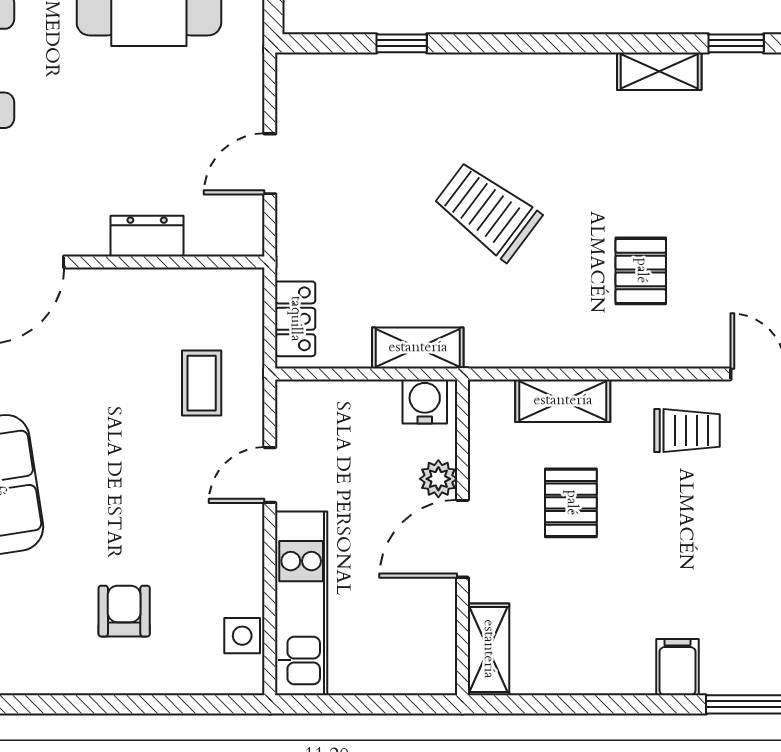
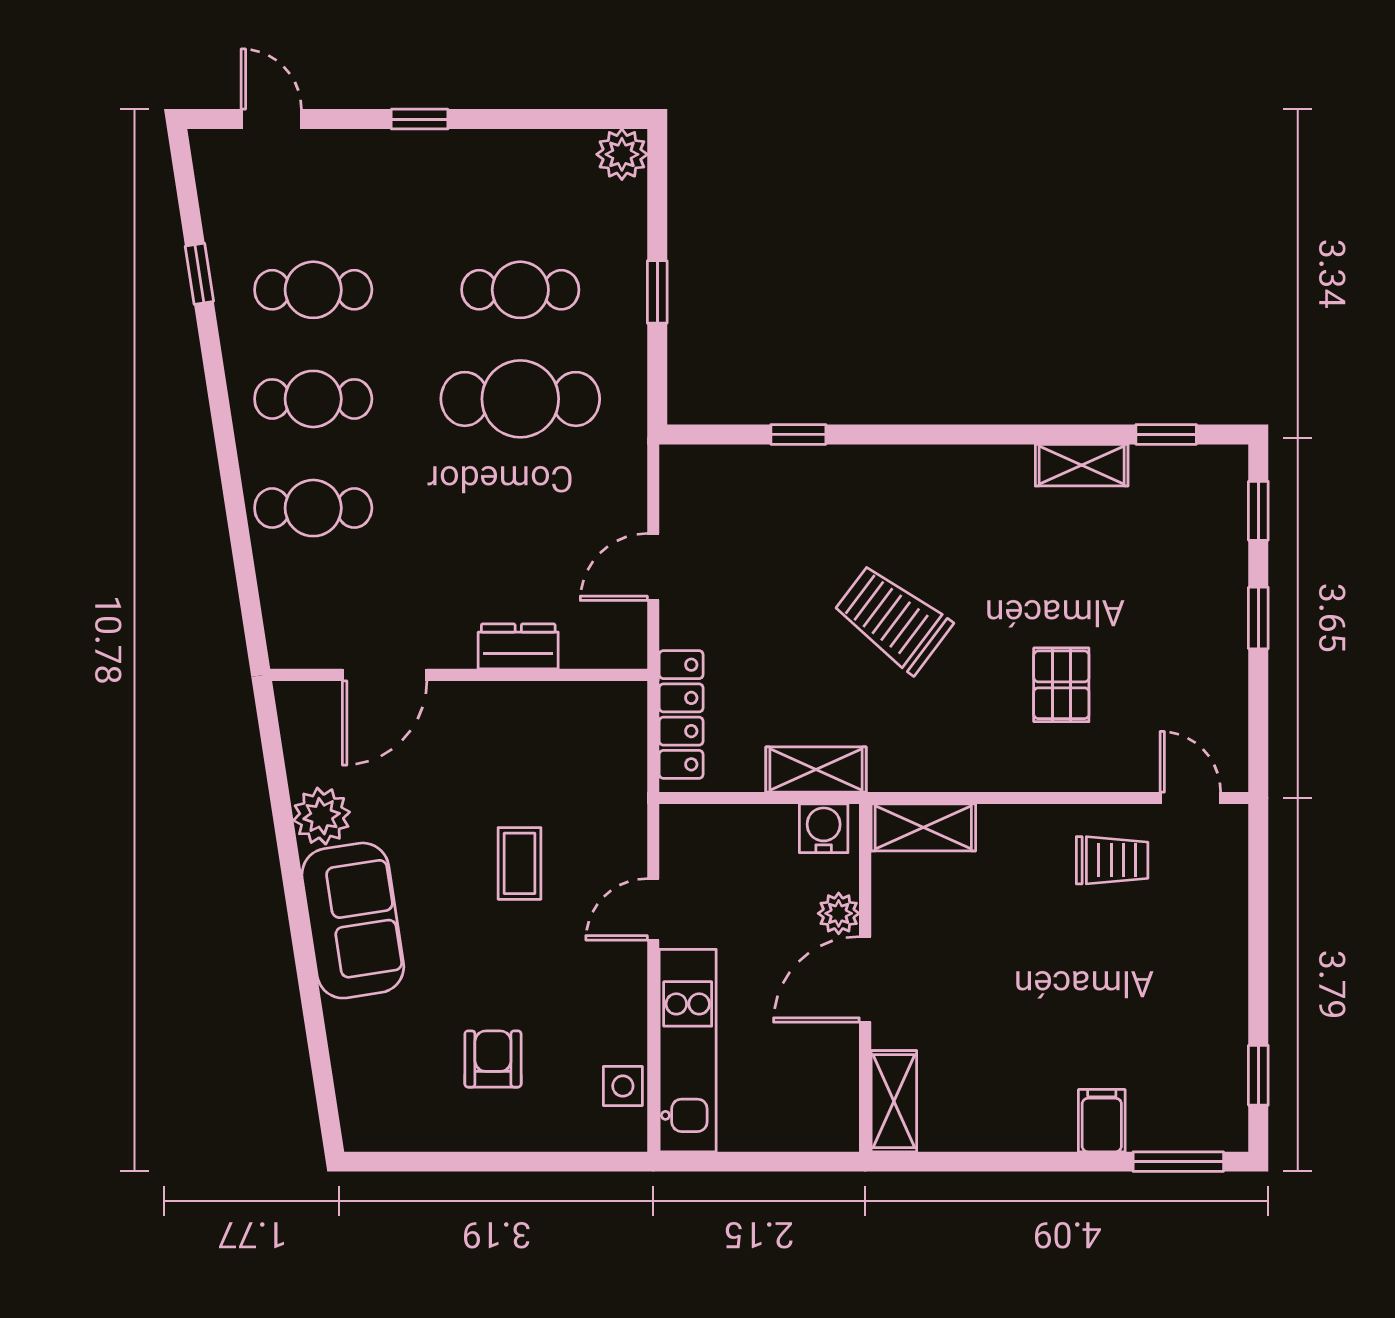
locker: (295, 319) -> (681, 715), width x1.53
coffee table: (202, 383) -> (519, 863), moved
shelving: (563, 401) -> (923, 827), moved
pallet: (571, 503) -> (984, 940), removed

